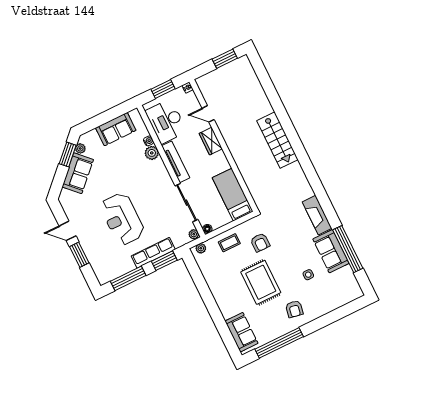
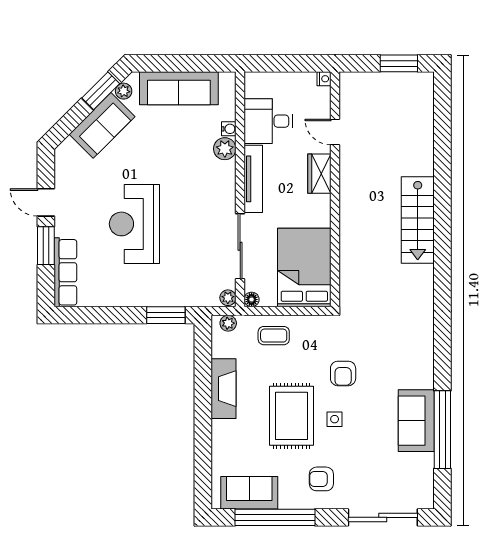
window: (163, 89) -> (287, 63), removed
desk: (166, 121) -> (268, 121), width x0.73
sofa: (116, 129) -> (179, 88), width x1.36
bed: (233, 195) -> (304, 268), width x1.50
fireplace: (317, 215) -> (223, 389), moved, turned 180
armchair: (260, 242) -> (343, 373), moved
row of seats: (153, 253) -> (65, 272), moved, turned 90
side table: (308, 275) -> (335, 419), moved
window: (128, 278) -> (100, 315), removed
armchair: (294, 309) -> (321, 479), turned 79
sliding door: (339, 314) -> (383, 517), added
sofa: (241, 332) -> (249, 493), moved, turned -90

